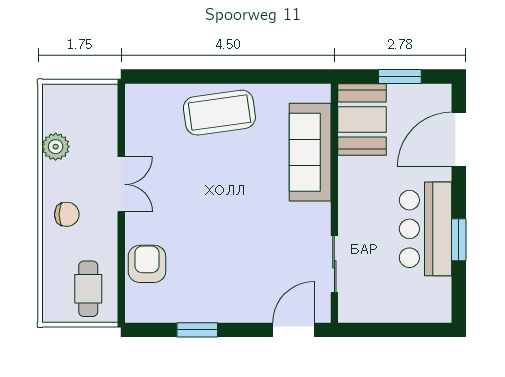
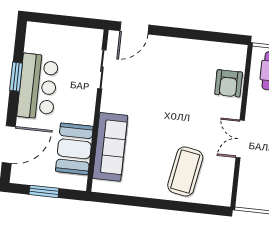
coffee table: (219, 113) -> (185, 171), moved, turned -72
booth: (362, 119) -> (74, 149), moved
window: (197, 330) -> (199, 35), removed

